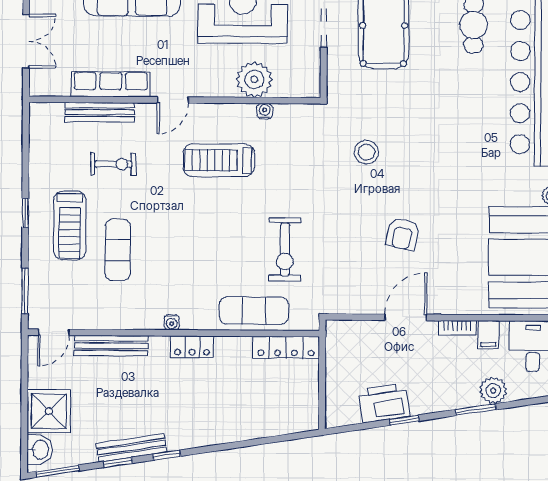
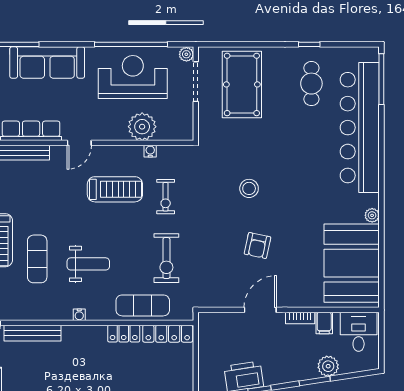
stool: (366, 152) -> (249, 188), moved
treadmill: (219, 160) -> (115, 189), turned 180
exercise bike: (113, 164) -> (166, 197), moved, turned 90
weight bench: (184, 257) -> (88, 264), added
locker: (192, 347) -> (124, 334), moved

